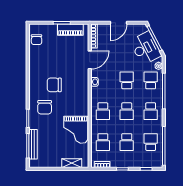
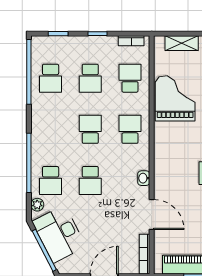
door: (90, 60) -> (152, 215), swing flipped
school desk: (151, 111) -> (51, 129), removed
school desk: (127, 142) -> (90, 78), turned 180

